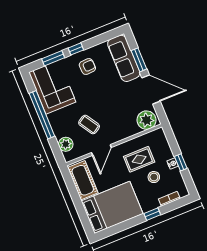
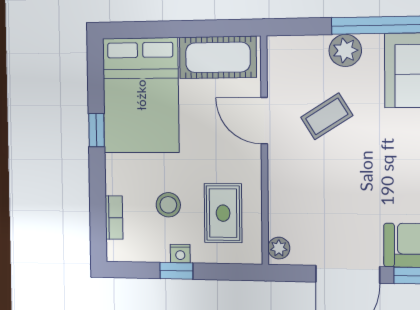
plant: (147, 120) -> (279, 248), width x0.53, depth x0.53
plant: (66, 144) -> (345, 50), moved
rug: (139, 159) -> (223, 213), moved
window: (152, 214) -> (97, 130), moved

